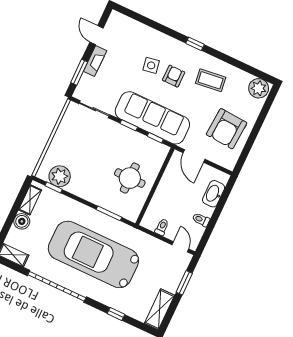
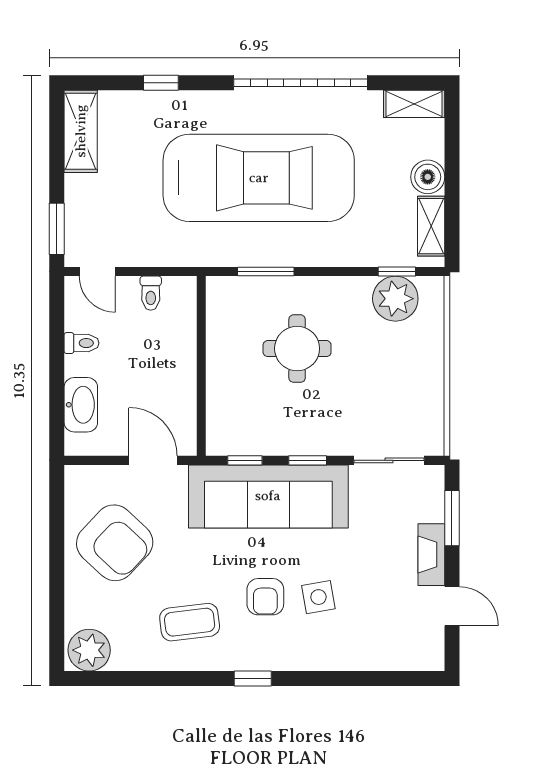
armchair: (227, 129) -> (115, 543), turned 129
round table: (130, 178) -> (297, 349), moved
window: (184, 283) -> (57, 229), moved

